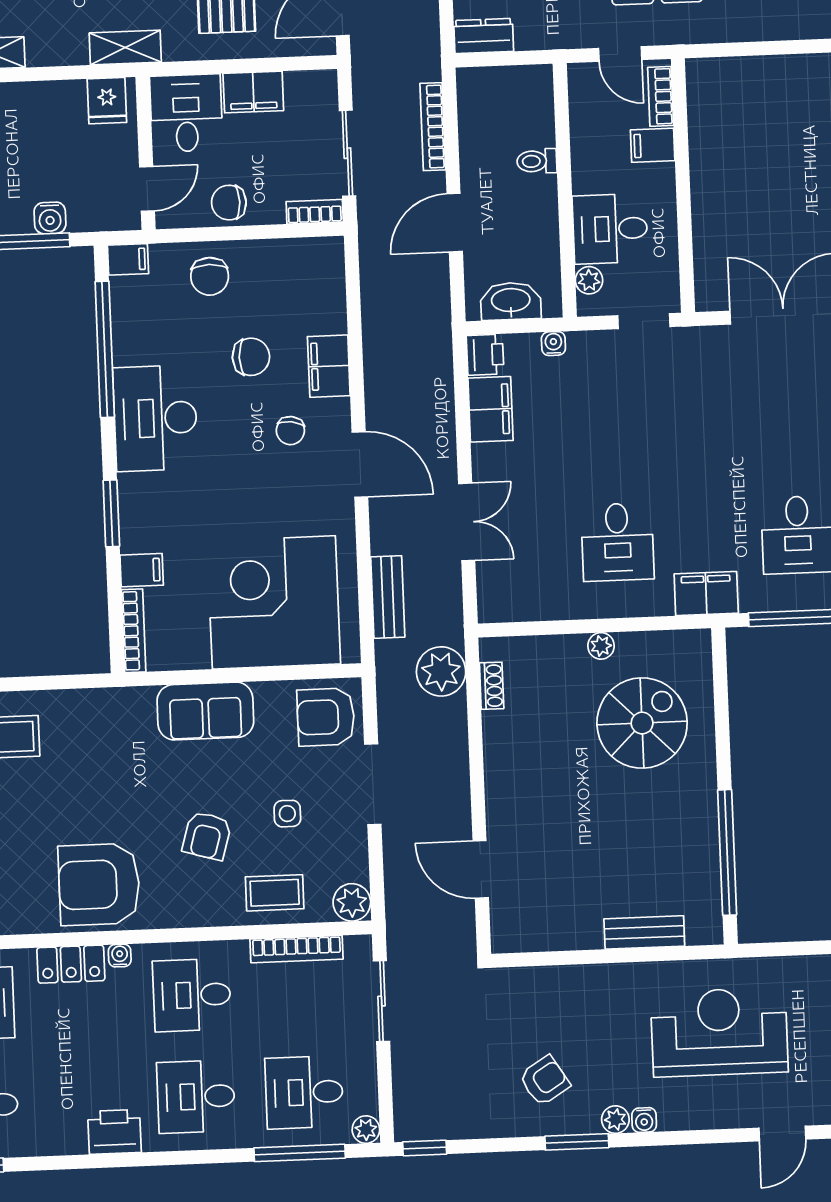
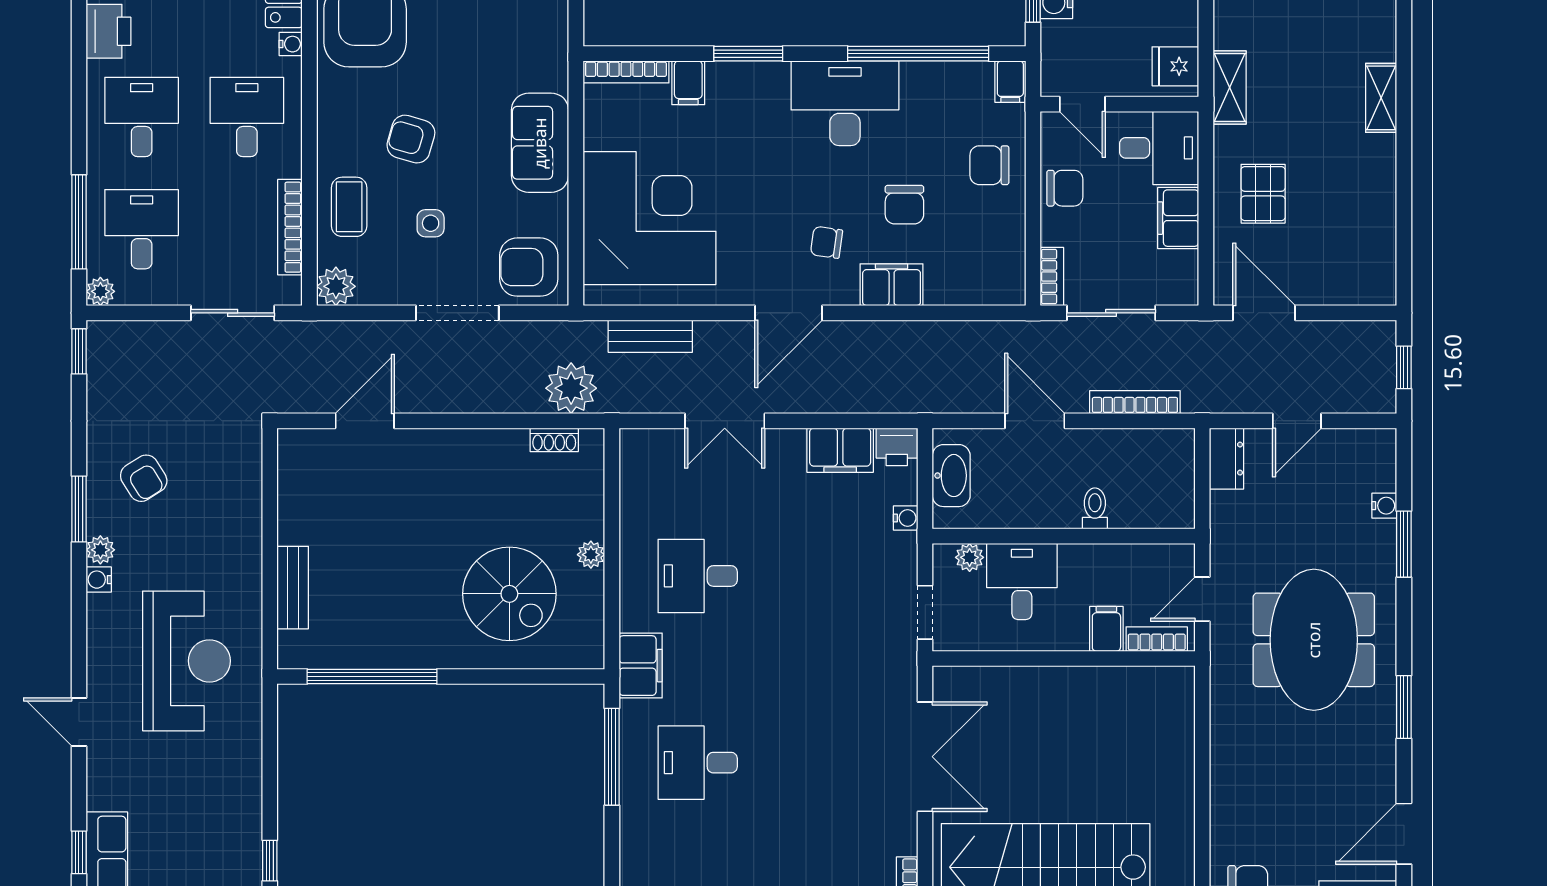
chair: (229, 203) -> (1065, 188), turned 90
armchair: (326, 717) -> (529, 267), turned -90

